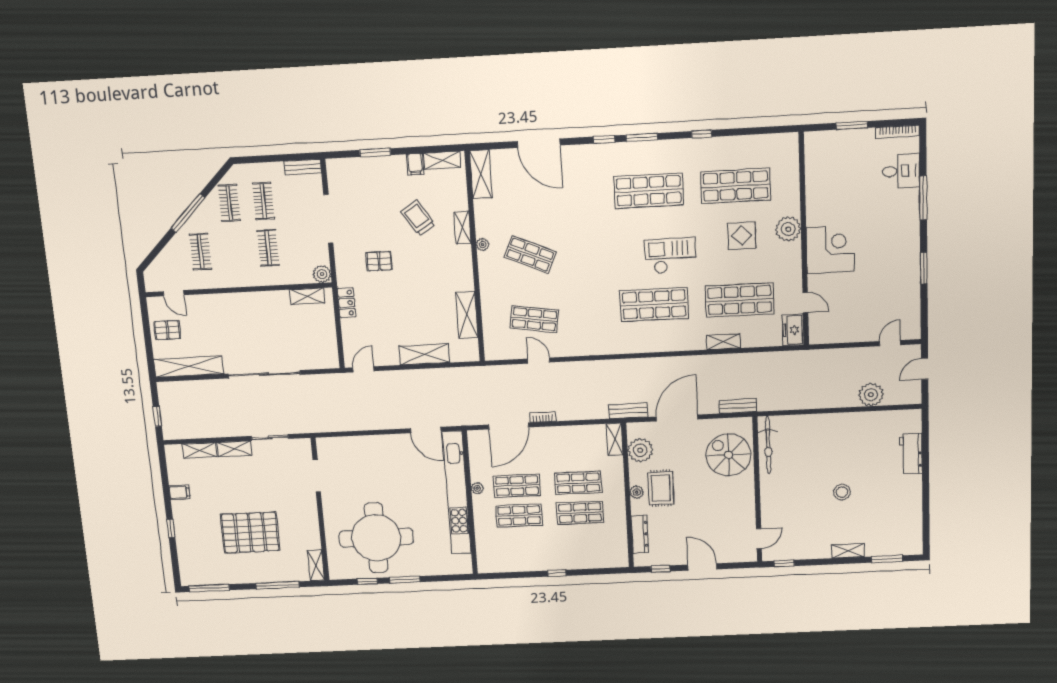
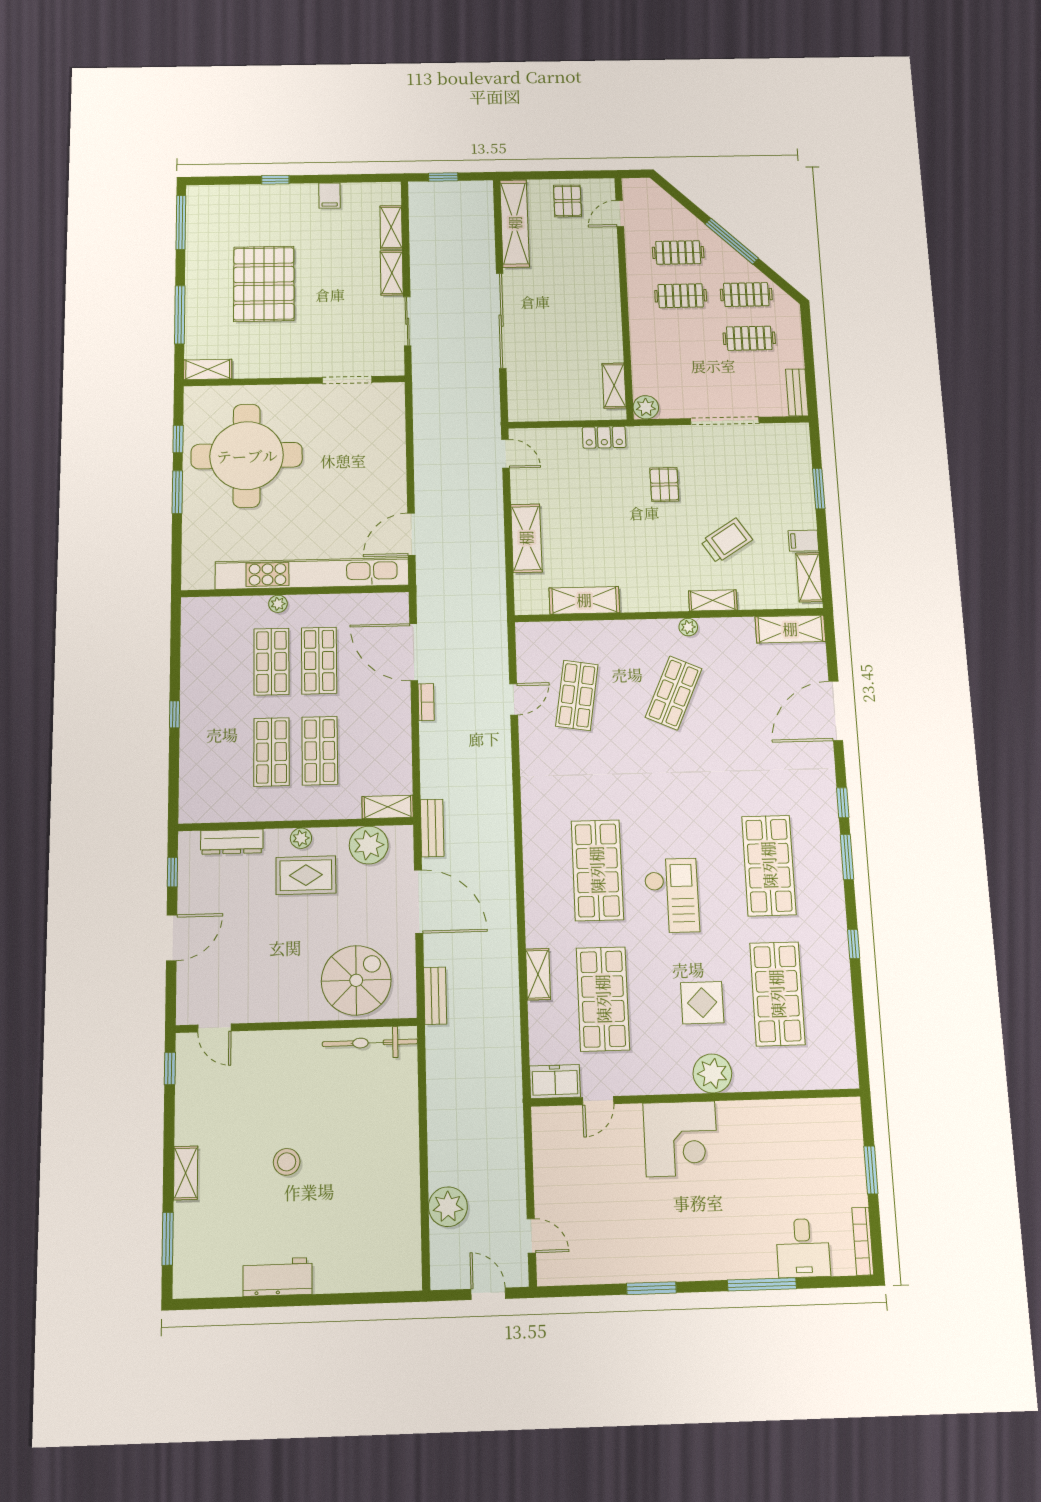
clothes rail: (268, 248) -> (681, 296), moved
workbench: (911, 453) -> (277, 1277), moved
plant: (477, 488) -> (278, 604), moved

